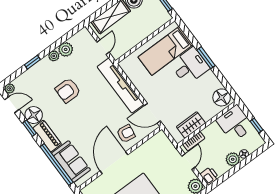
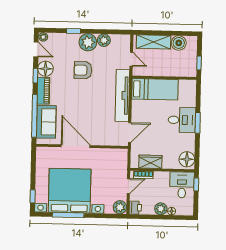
door: (103, 47) -> (131, 59), hinge flipped
bed: (165, 51) -> (155, 89), moved, turned 180
plant: (54, 56) -> (88, 42), width x1.88, depth x1.88
door: (152, 113) -> (130, 132), swing flipped
window: (256, 125) -> (196, 184), moved
armchair: (126, 134) -> (100, 132), removed
door: (114, 163) -> (76, 146), hinge flipped

